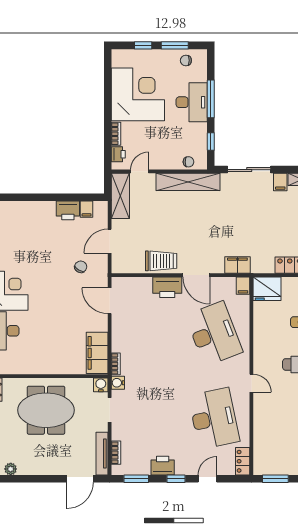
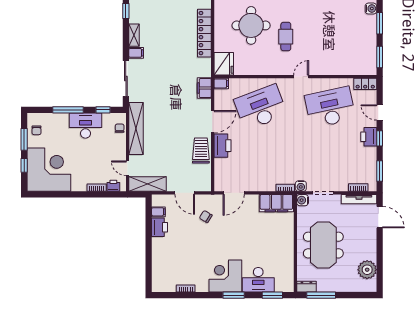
corner desk: (138, 94) -> (49, 170), moved, turned 90
desk: (192, 102) -> (85, 126), moved
printer: (163, 466) -> (369, 137), moved
plant: (11, 469) -> (367, 270), width x1.87, depth x1.87

